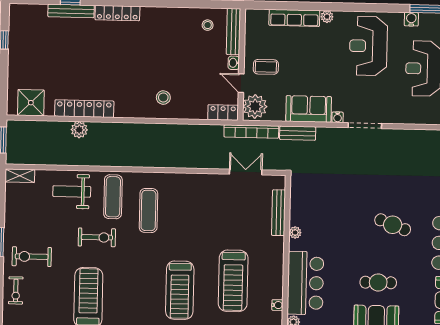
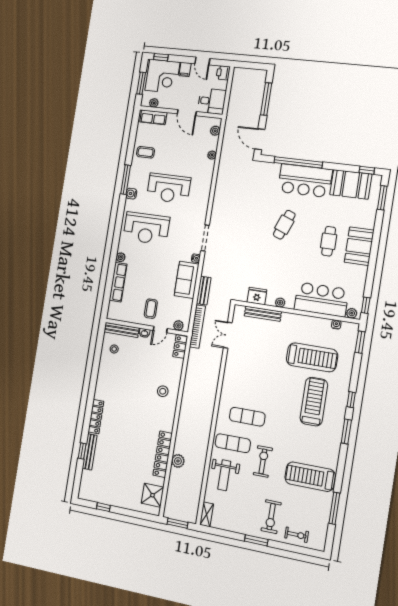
plant: (255, 106) -> (178, 325), width x0.53, depth x0.53
fridge: (299, 202) -> (257, 296), added
treadmill: (180, 290) -> (314, 402), turned -90

